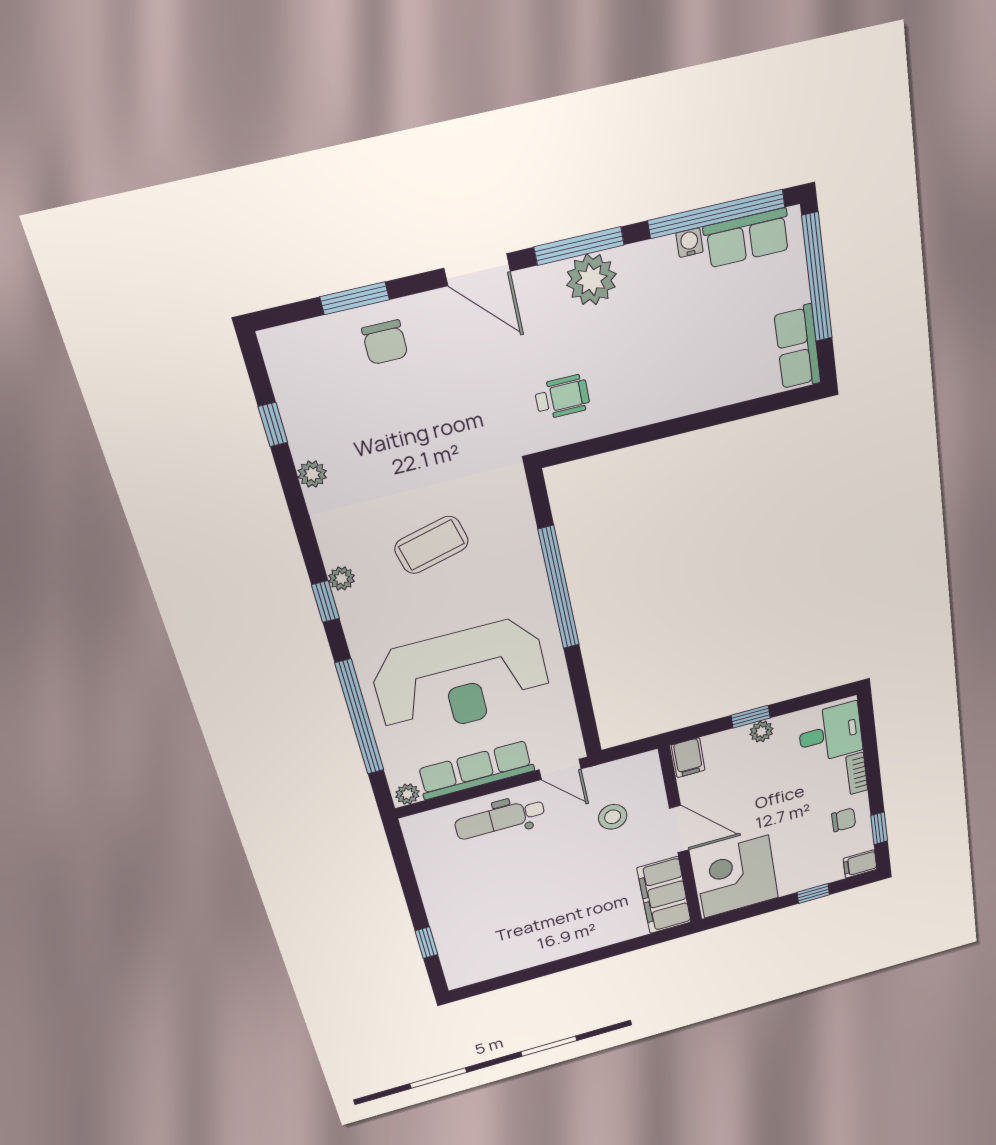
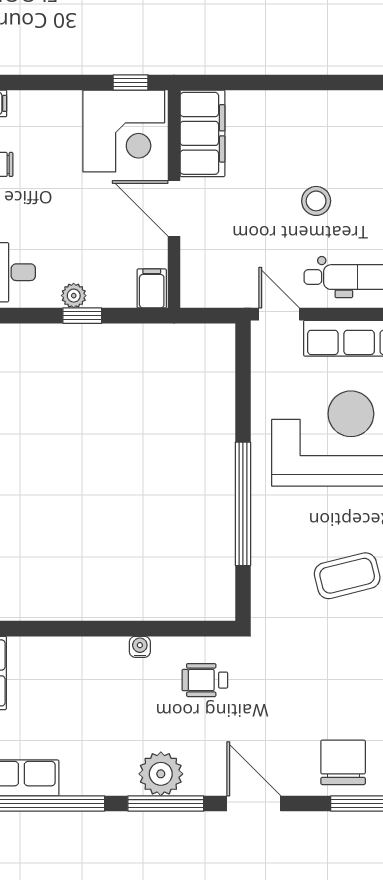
water cooler: (690, 243) -> (140, 647), moved, turned 180
chair: (385, 342) -> (343, 762), width x1.37, depth x1.37
stool: (613, 817) -> (316, 201), moved
window: (813, 893) -> (131, 82), moved

